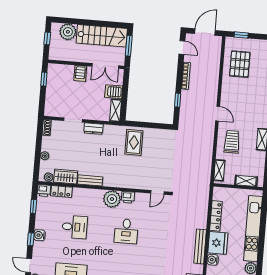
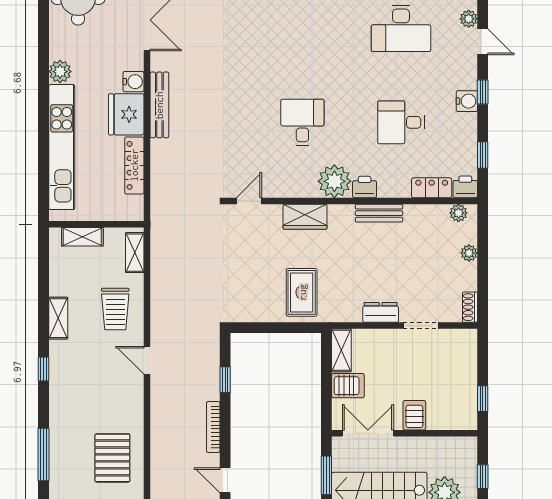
wardrobe: (66, 177) -> (305, 217), moved
printer: (128, 197) -> (365, 187), moved

